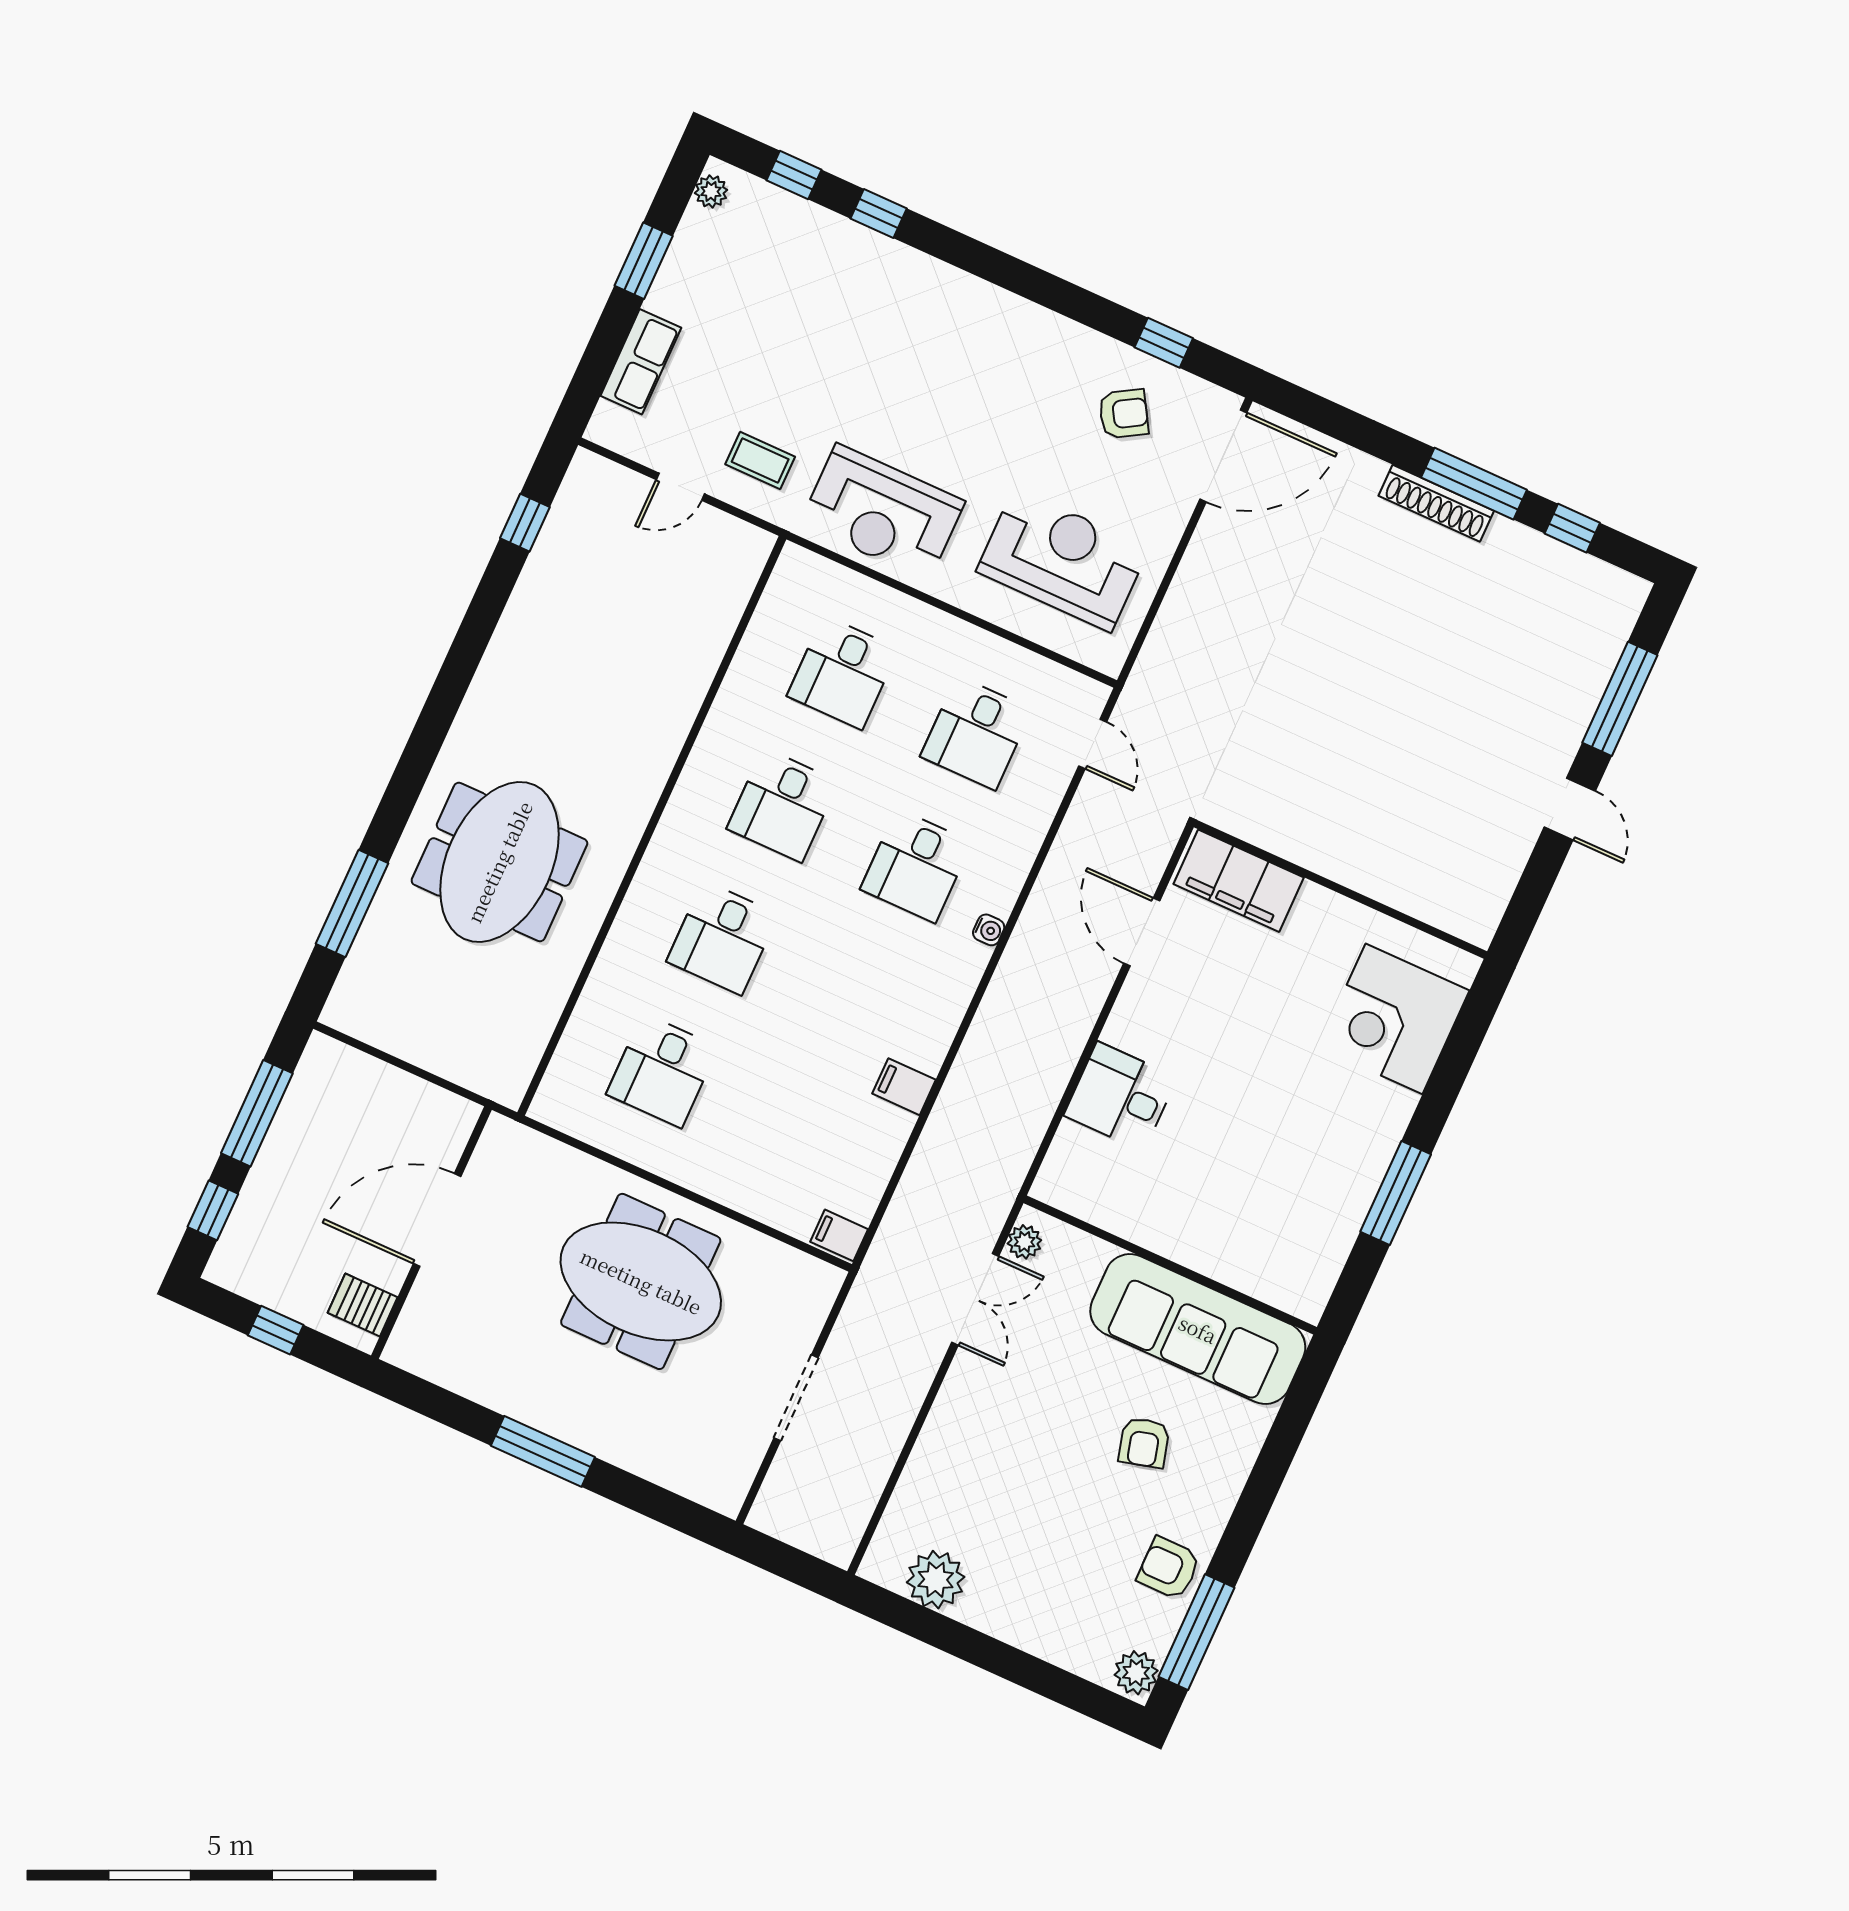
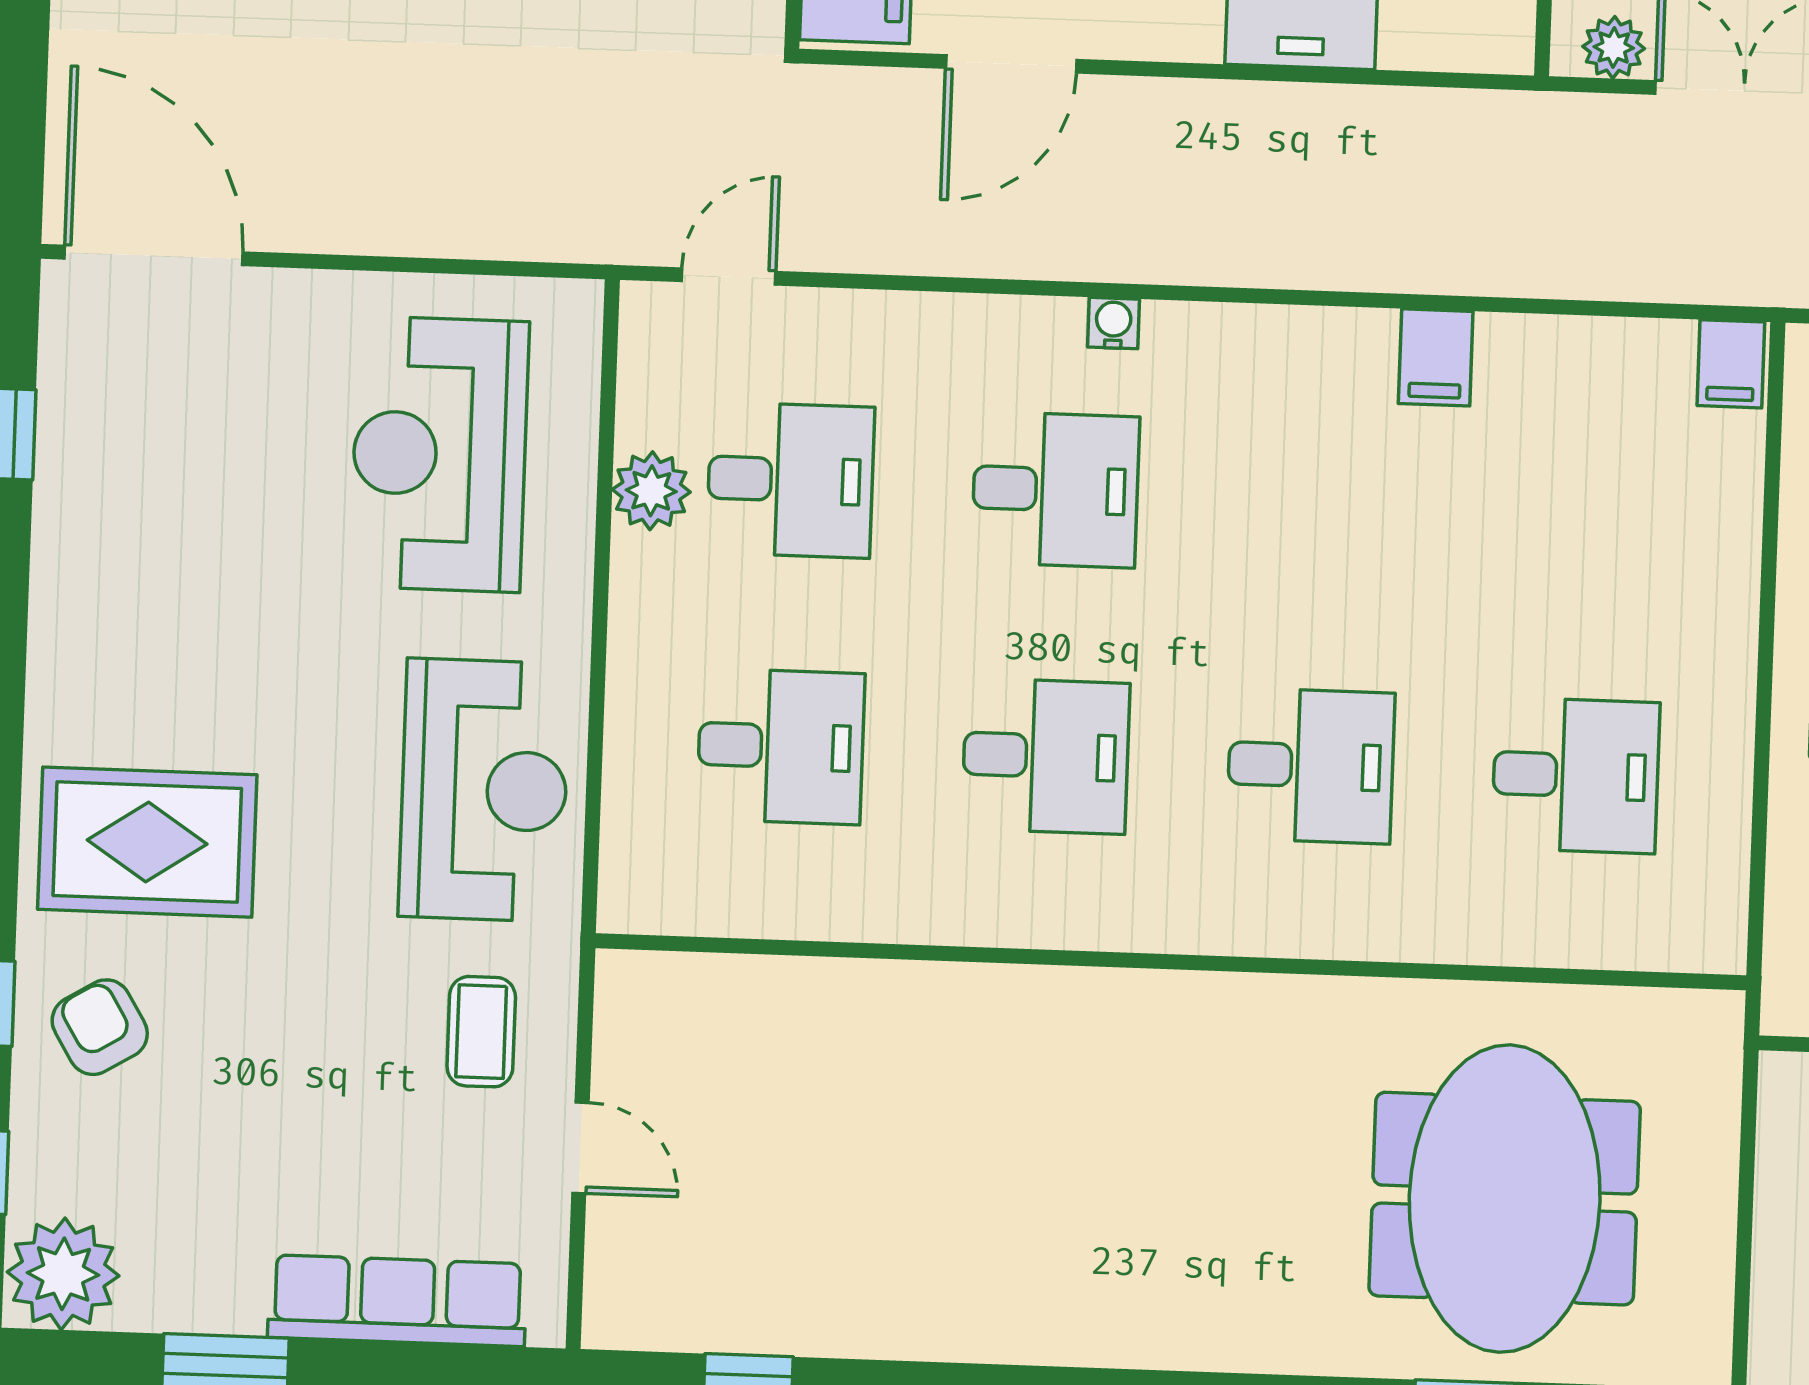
plant: (711, 191) -> (63, 1274), width x1.88, depth x1.88
rug: (926, 330) -> (147, 842), added
row of seats: (641, 362) -> (397, 1301), width x1.48
armchair: (1124, 414) -> (100, 1027), moved
plant: (1000, 660) -> (651, 491), added
meeting table: (499, 862) -> (1505, 1199), moved, turned 90

